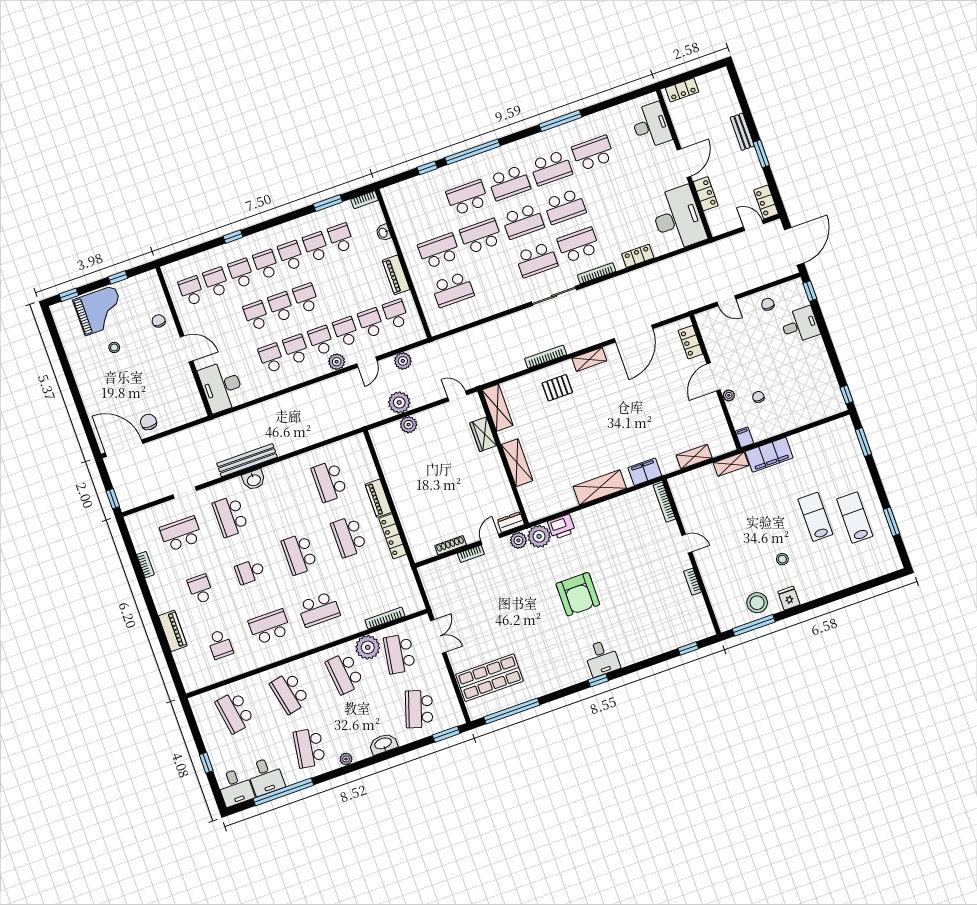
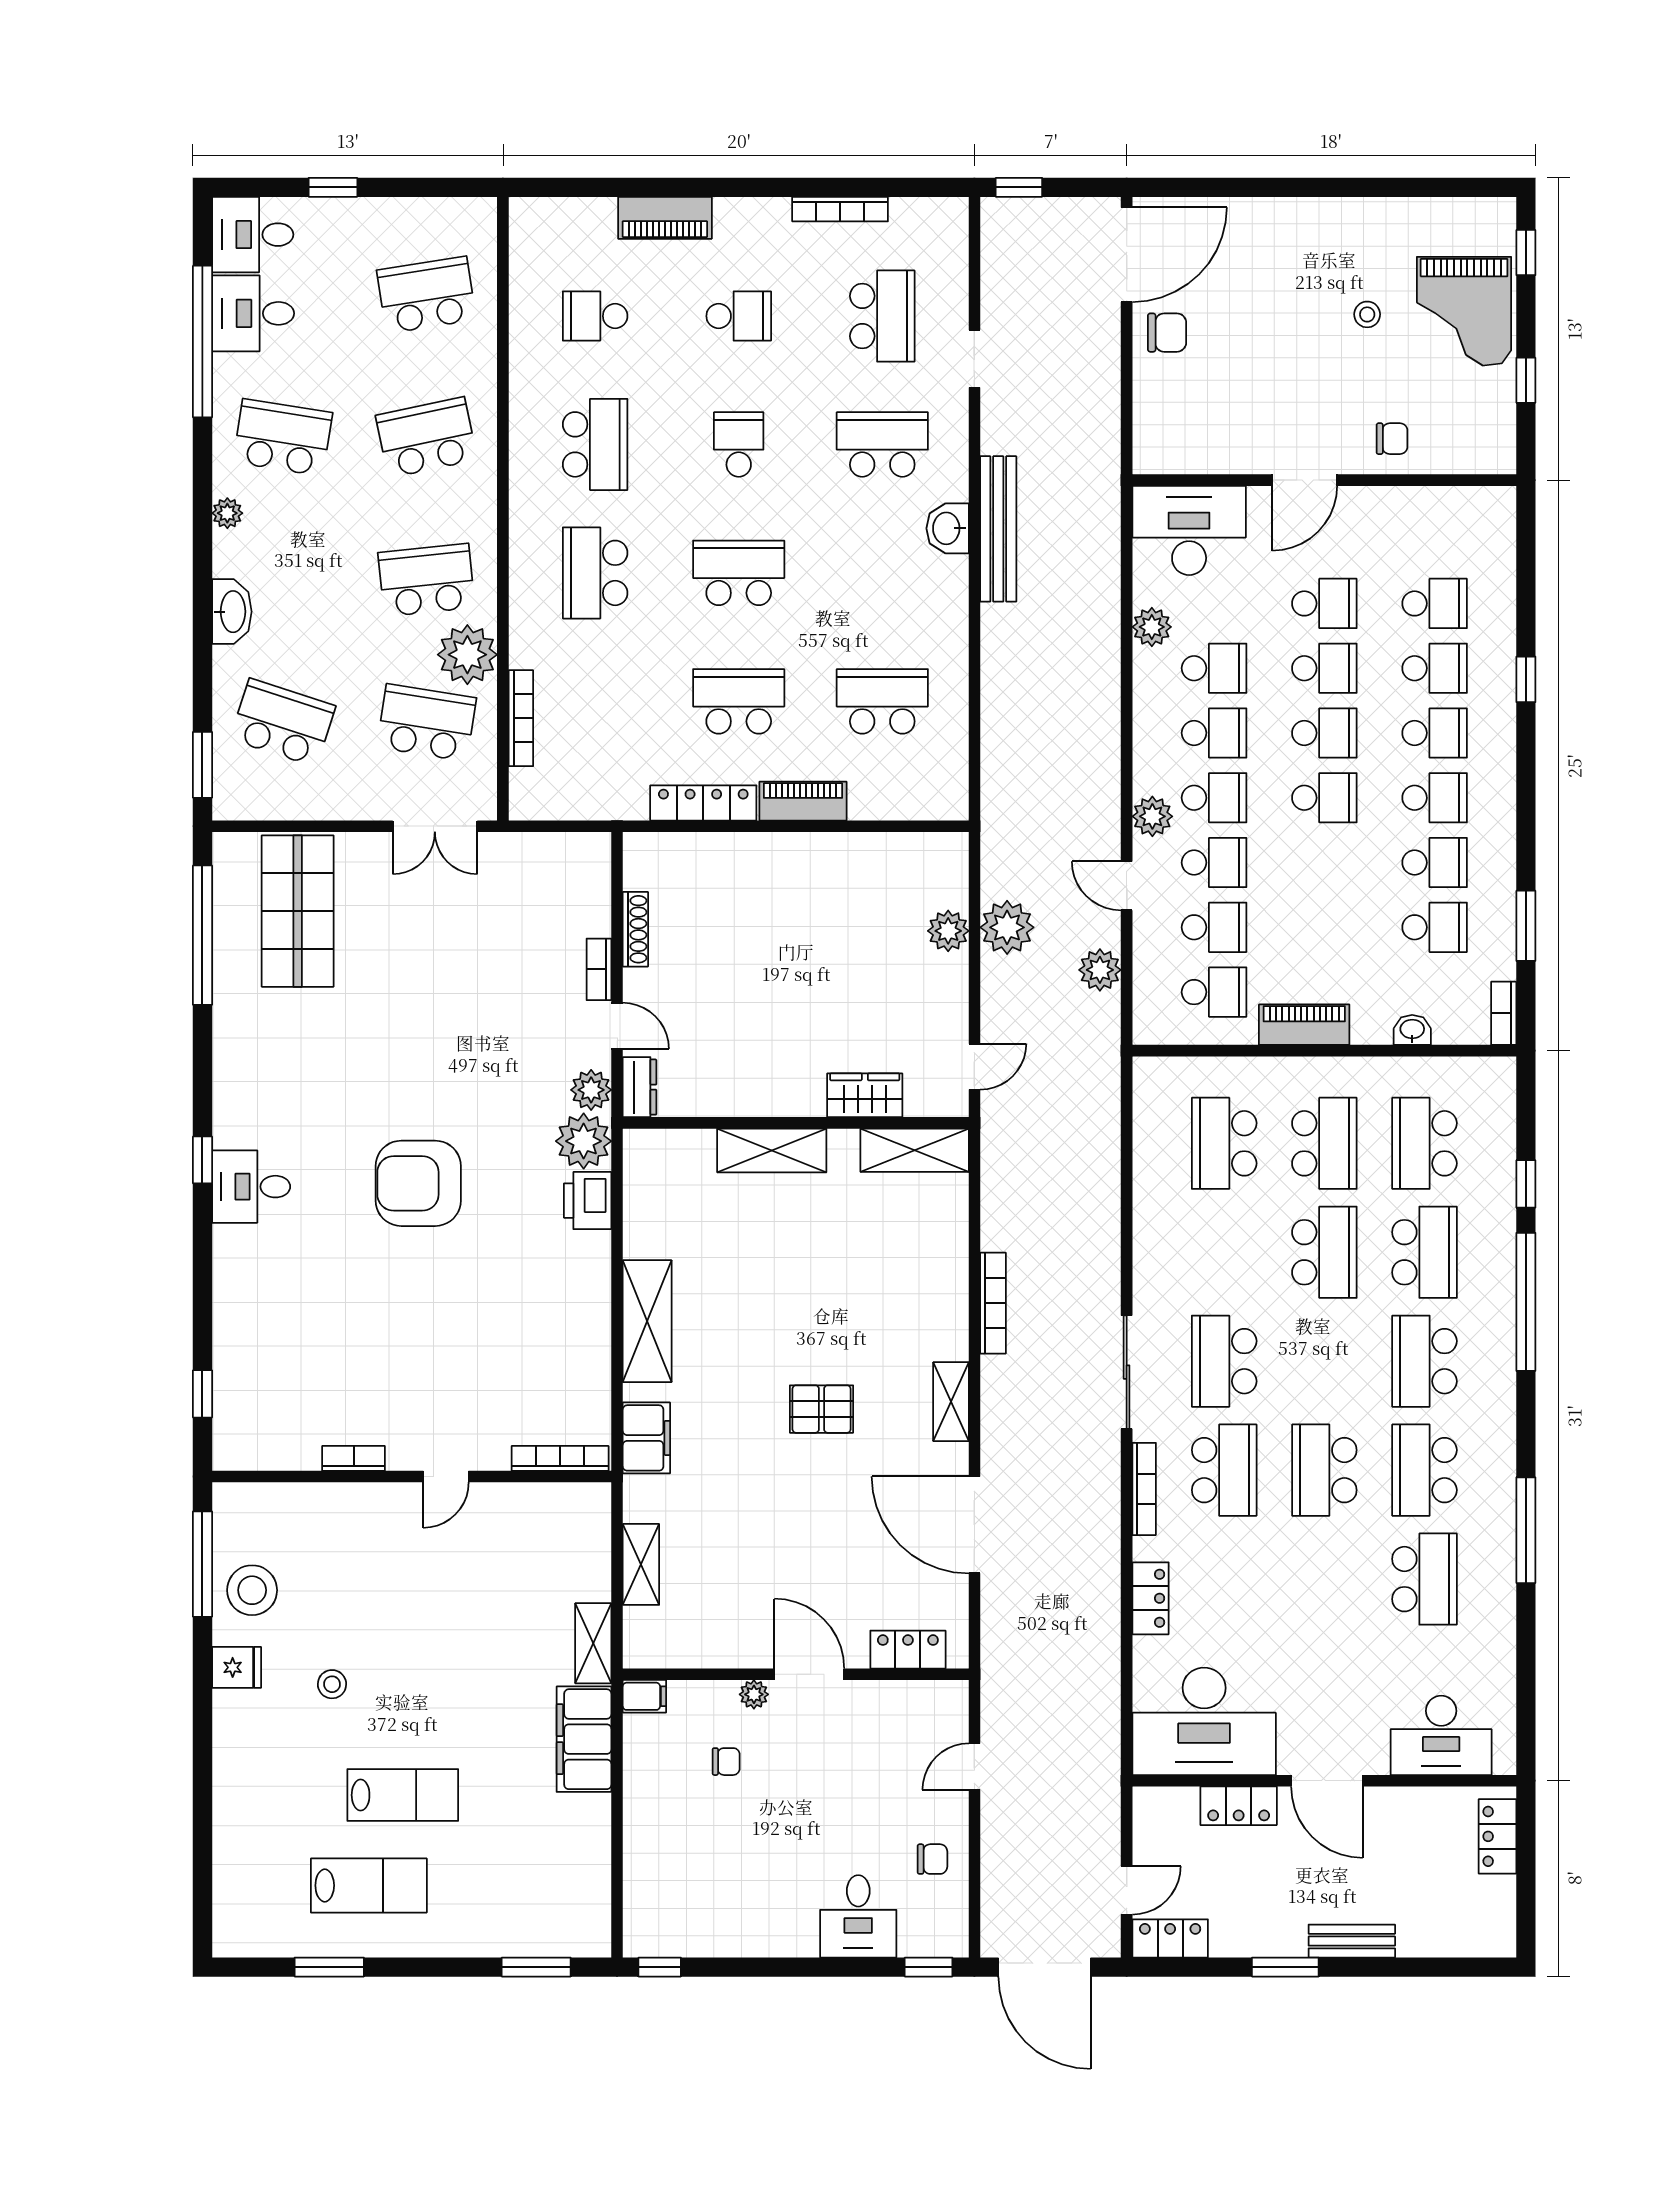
school desk: (523, 221) -> (1424, 1143), moved
school desk: (191, 291) -> (1324, 603), moved
plant: (264, 388) -> (1152, 627), added
pallet: (557, 388) -> (822, 1409), moved, turned 90
bookcase: (146, 565) -> (840, 209), width x1.56

